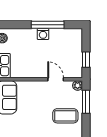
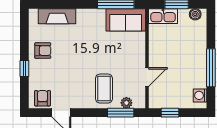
washing machine: (43, 34) -> (200, 95), moved
plant: (78, 85) -> (126, 103), moved

